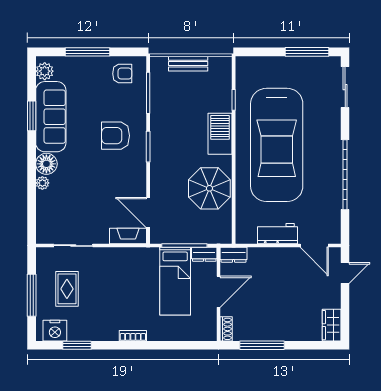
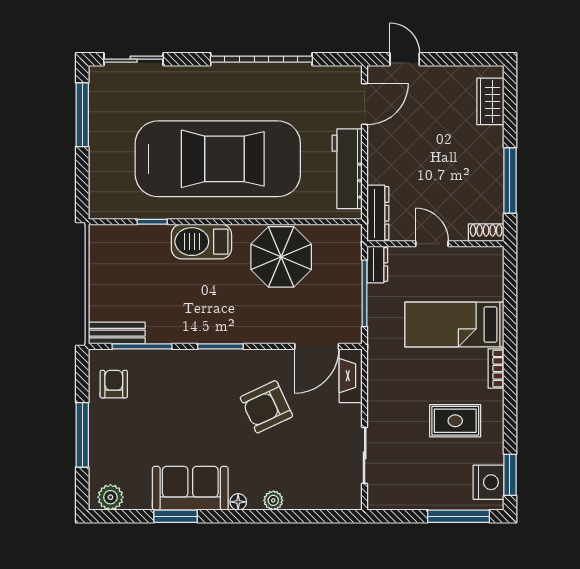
bench: (188, 64) -> (117, 333), moved, turned 90
sofa: (51, 117) -> (190, 488), width x0.73
armchair: (116, 136) -> (266, 407), moved, turned 65
floor lamp: (46, 164) -> (238, 502), width x0.53, depth x0.53
workbench: (277, 234) -> (347, 169), width x1.37
dresser: (234, 255) -> (378, 213), width x1.44
bed: (175, 281) -> (454, 325), moved, turned 180
rug: (67, 289) -> (455, 421), moved
door: (219, 292) -> (432, 244), width x0.73
window: (32, 295) -> (459, 516), moved
wardrobe: (332, 325) -> (490, 101), moved, turned 90
window: (77, 345) -> (510, 475), moved

